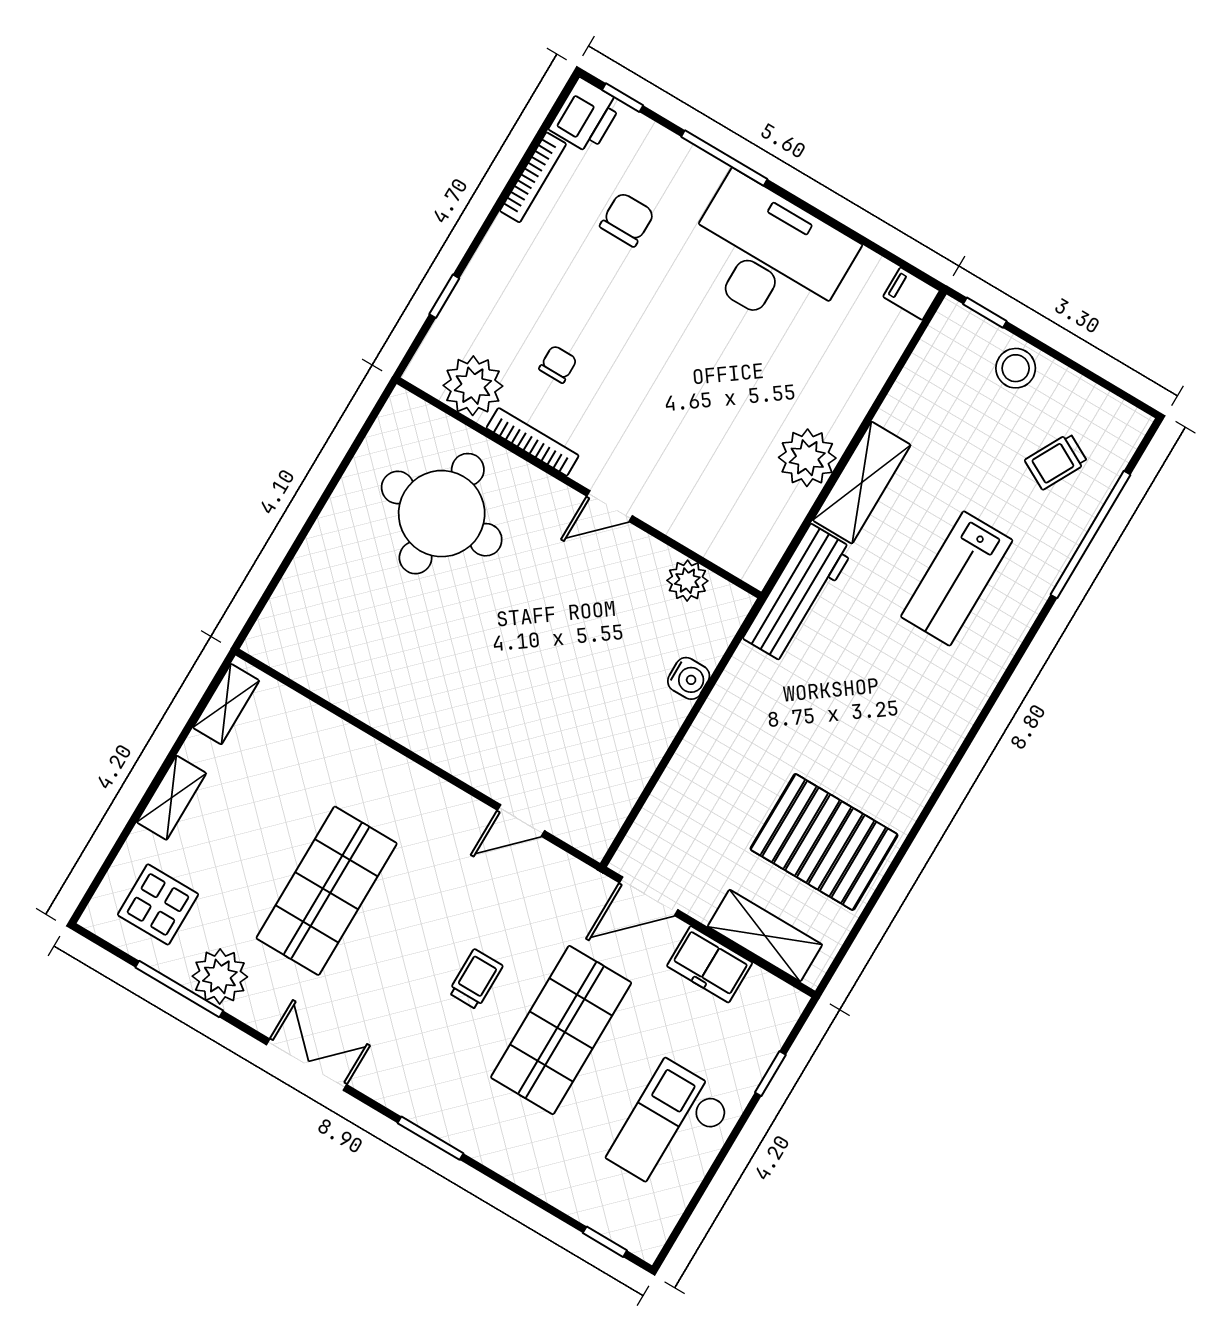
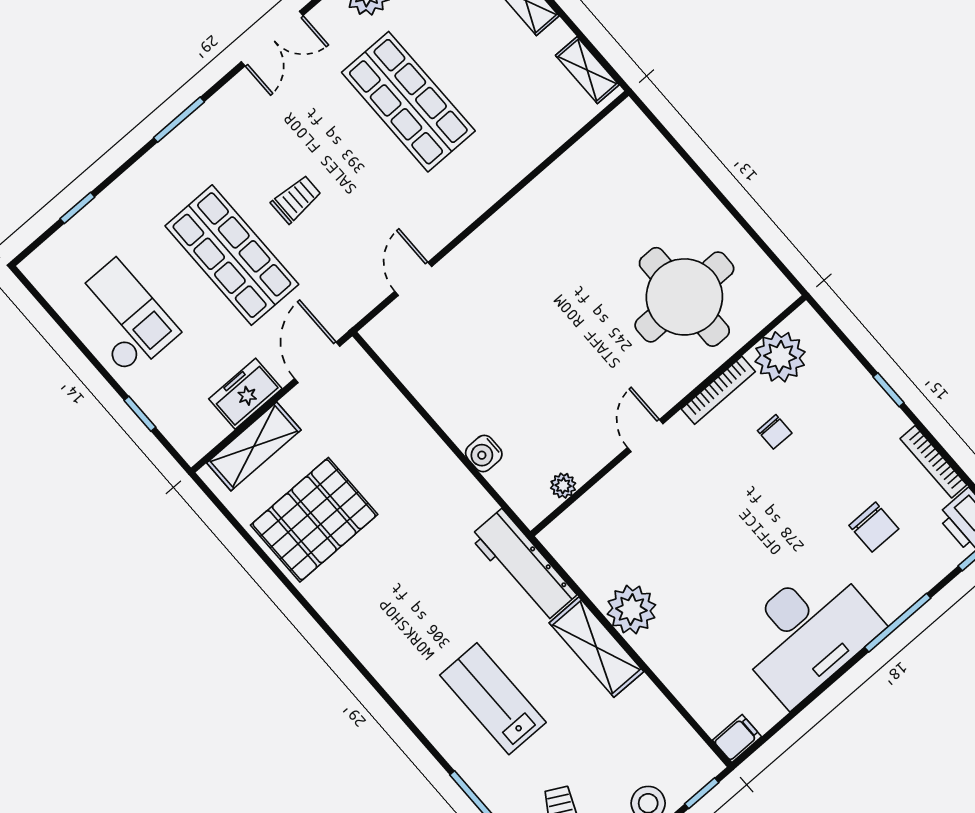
window: (444, 296) -> (888, 390), moved
plant: (687, 581) -> (563, 486), width x0.73, depth x0.73
trolley: (476, 979) -> (296, 199), turned -90
window: (605, 1242) -> (77, 208), moved

